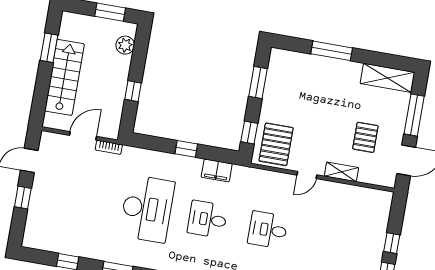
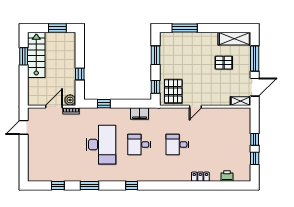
plant: (125, 45) -> (70, 100), moved
window: (332, 51) -> (185, 28), moved
stairs: (64, 77) -> (36, 55), moved
pallet: (365, 137) -> (224, 63), moved, turned 90
window: (186, 149) -> (104, 104), moved
shelving: (341, 172) -> (240, 101), moved
window: (23, 198) -> (24, 151), removed

